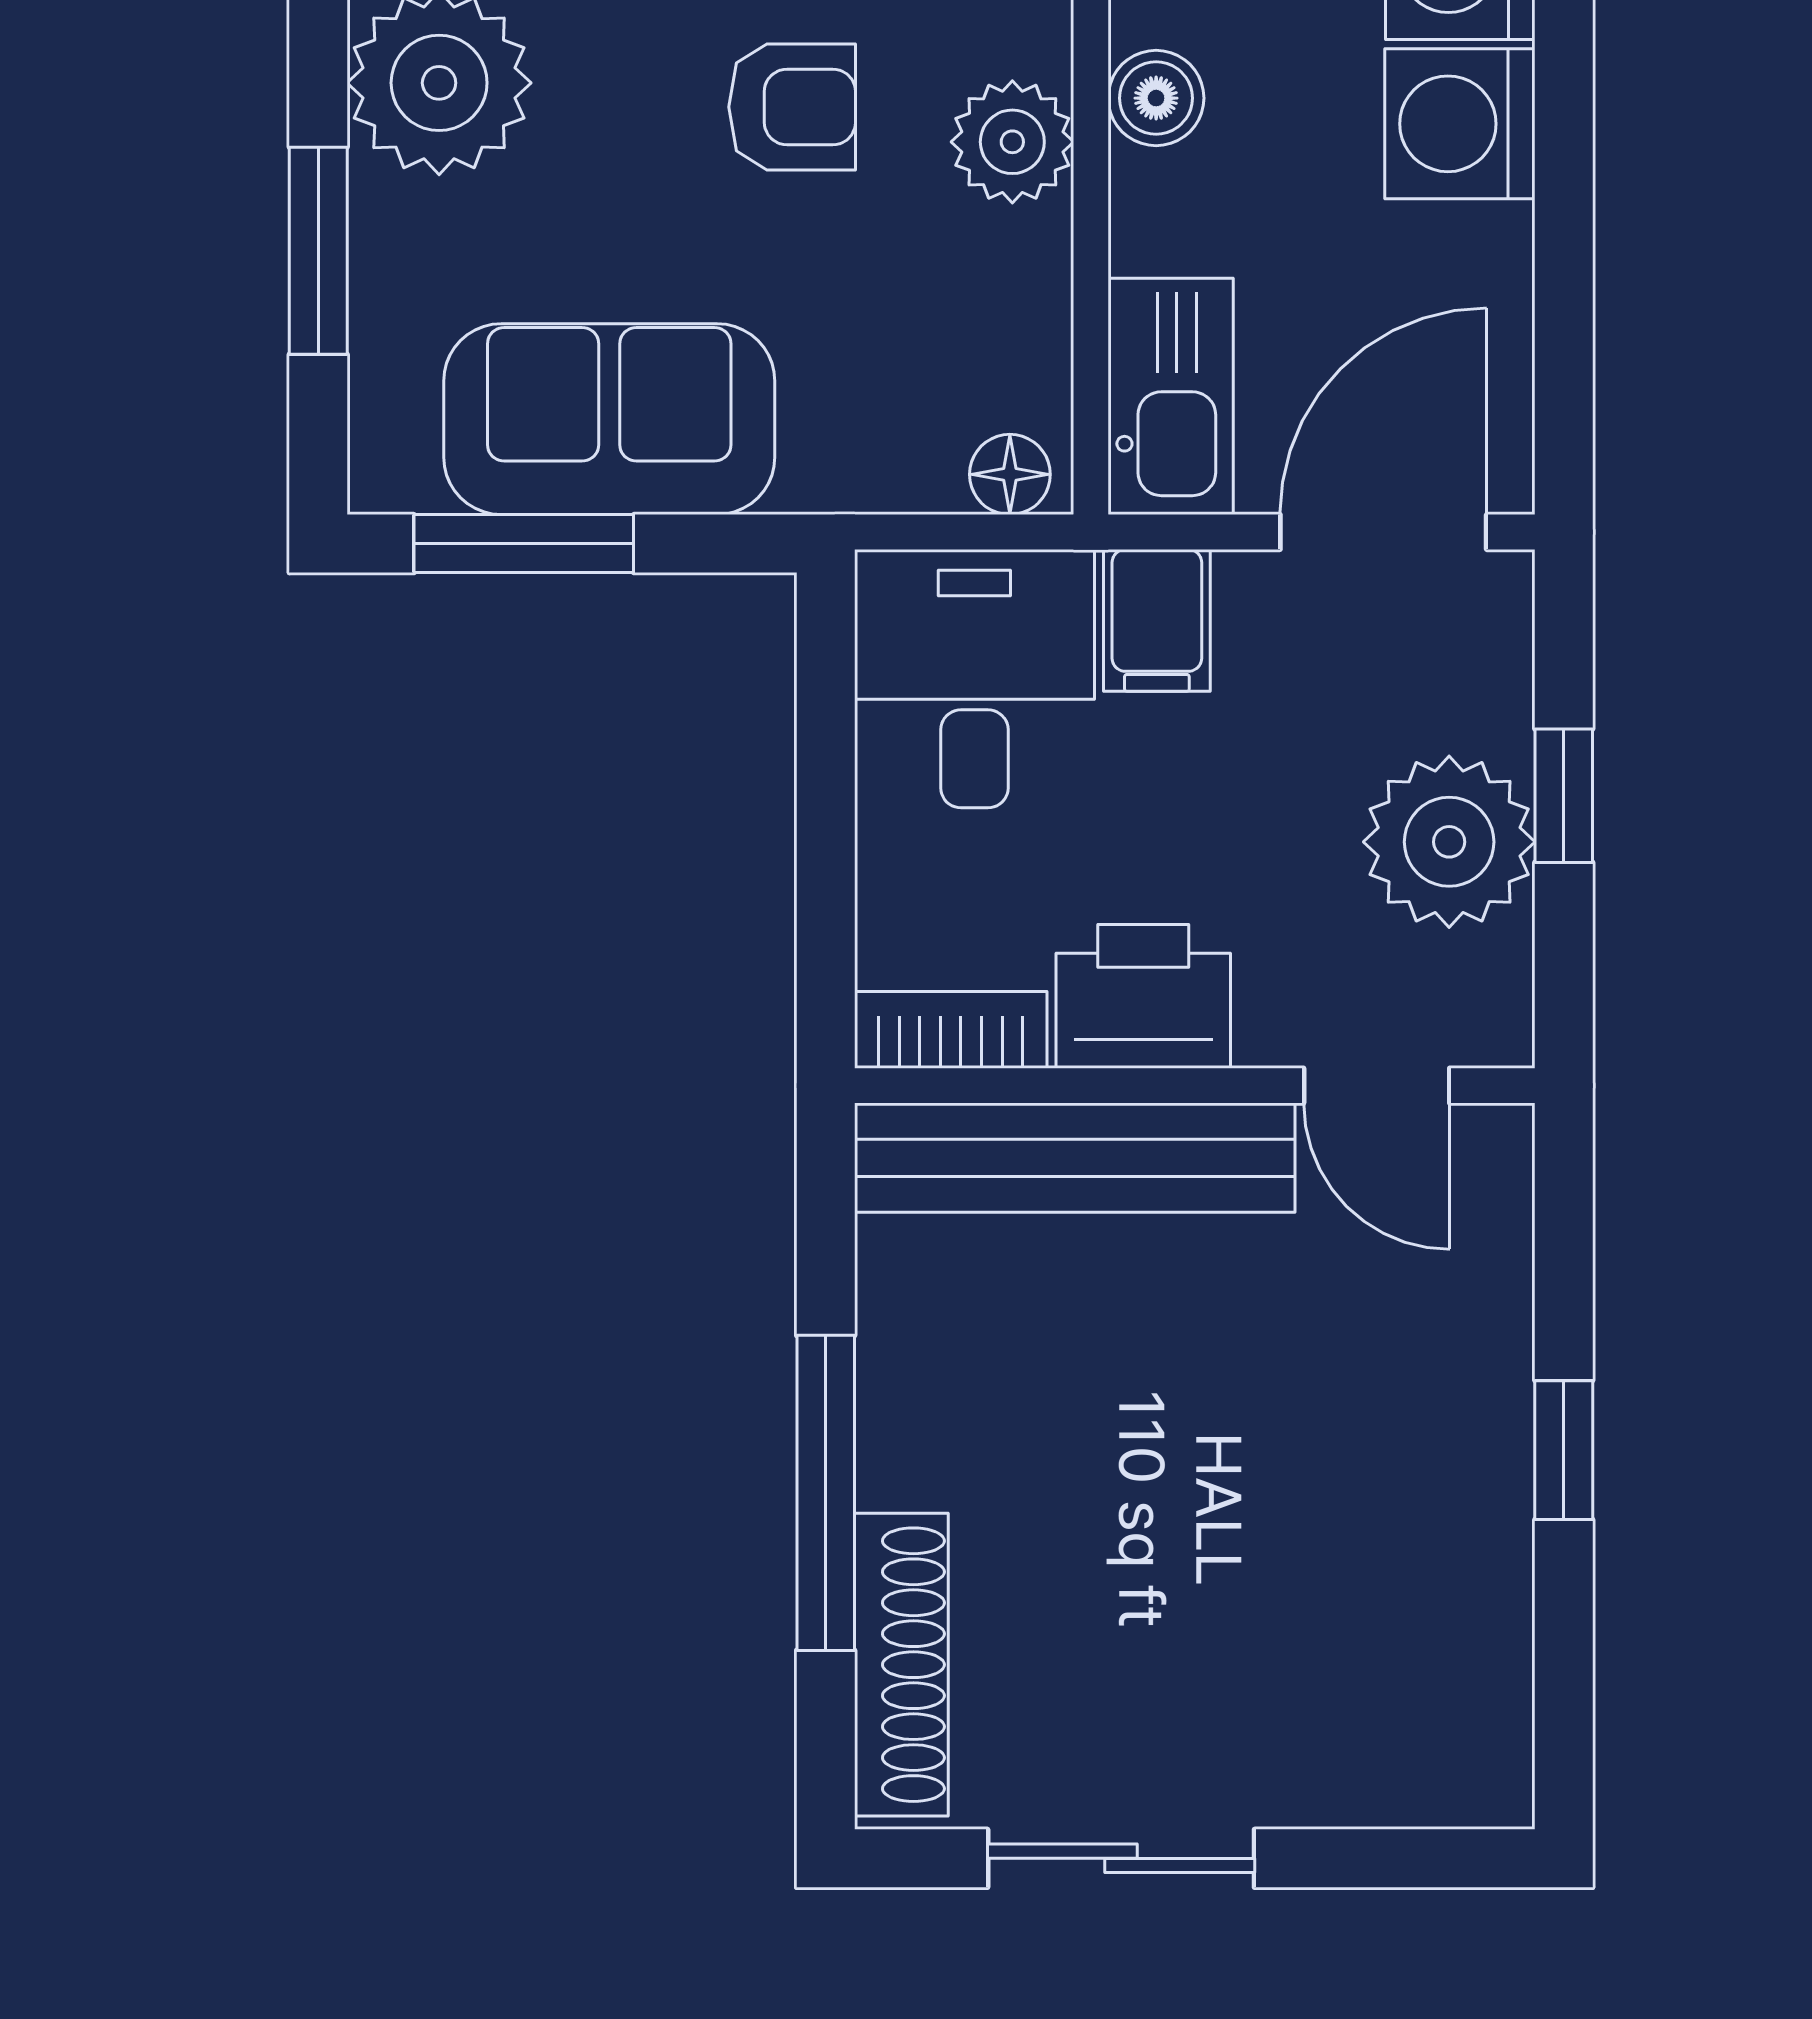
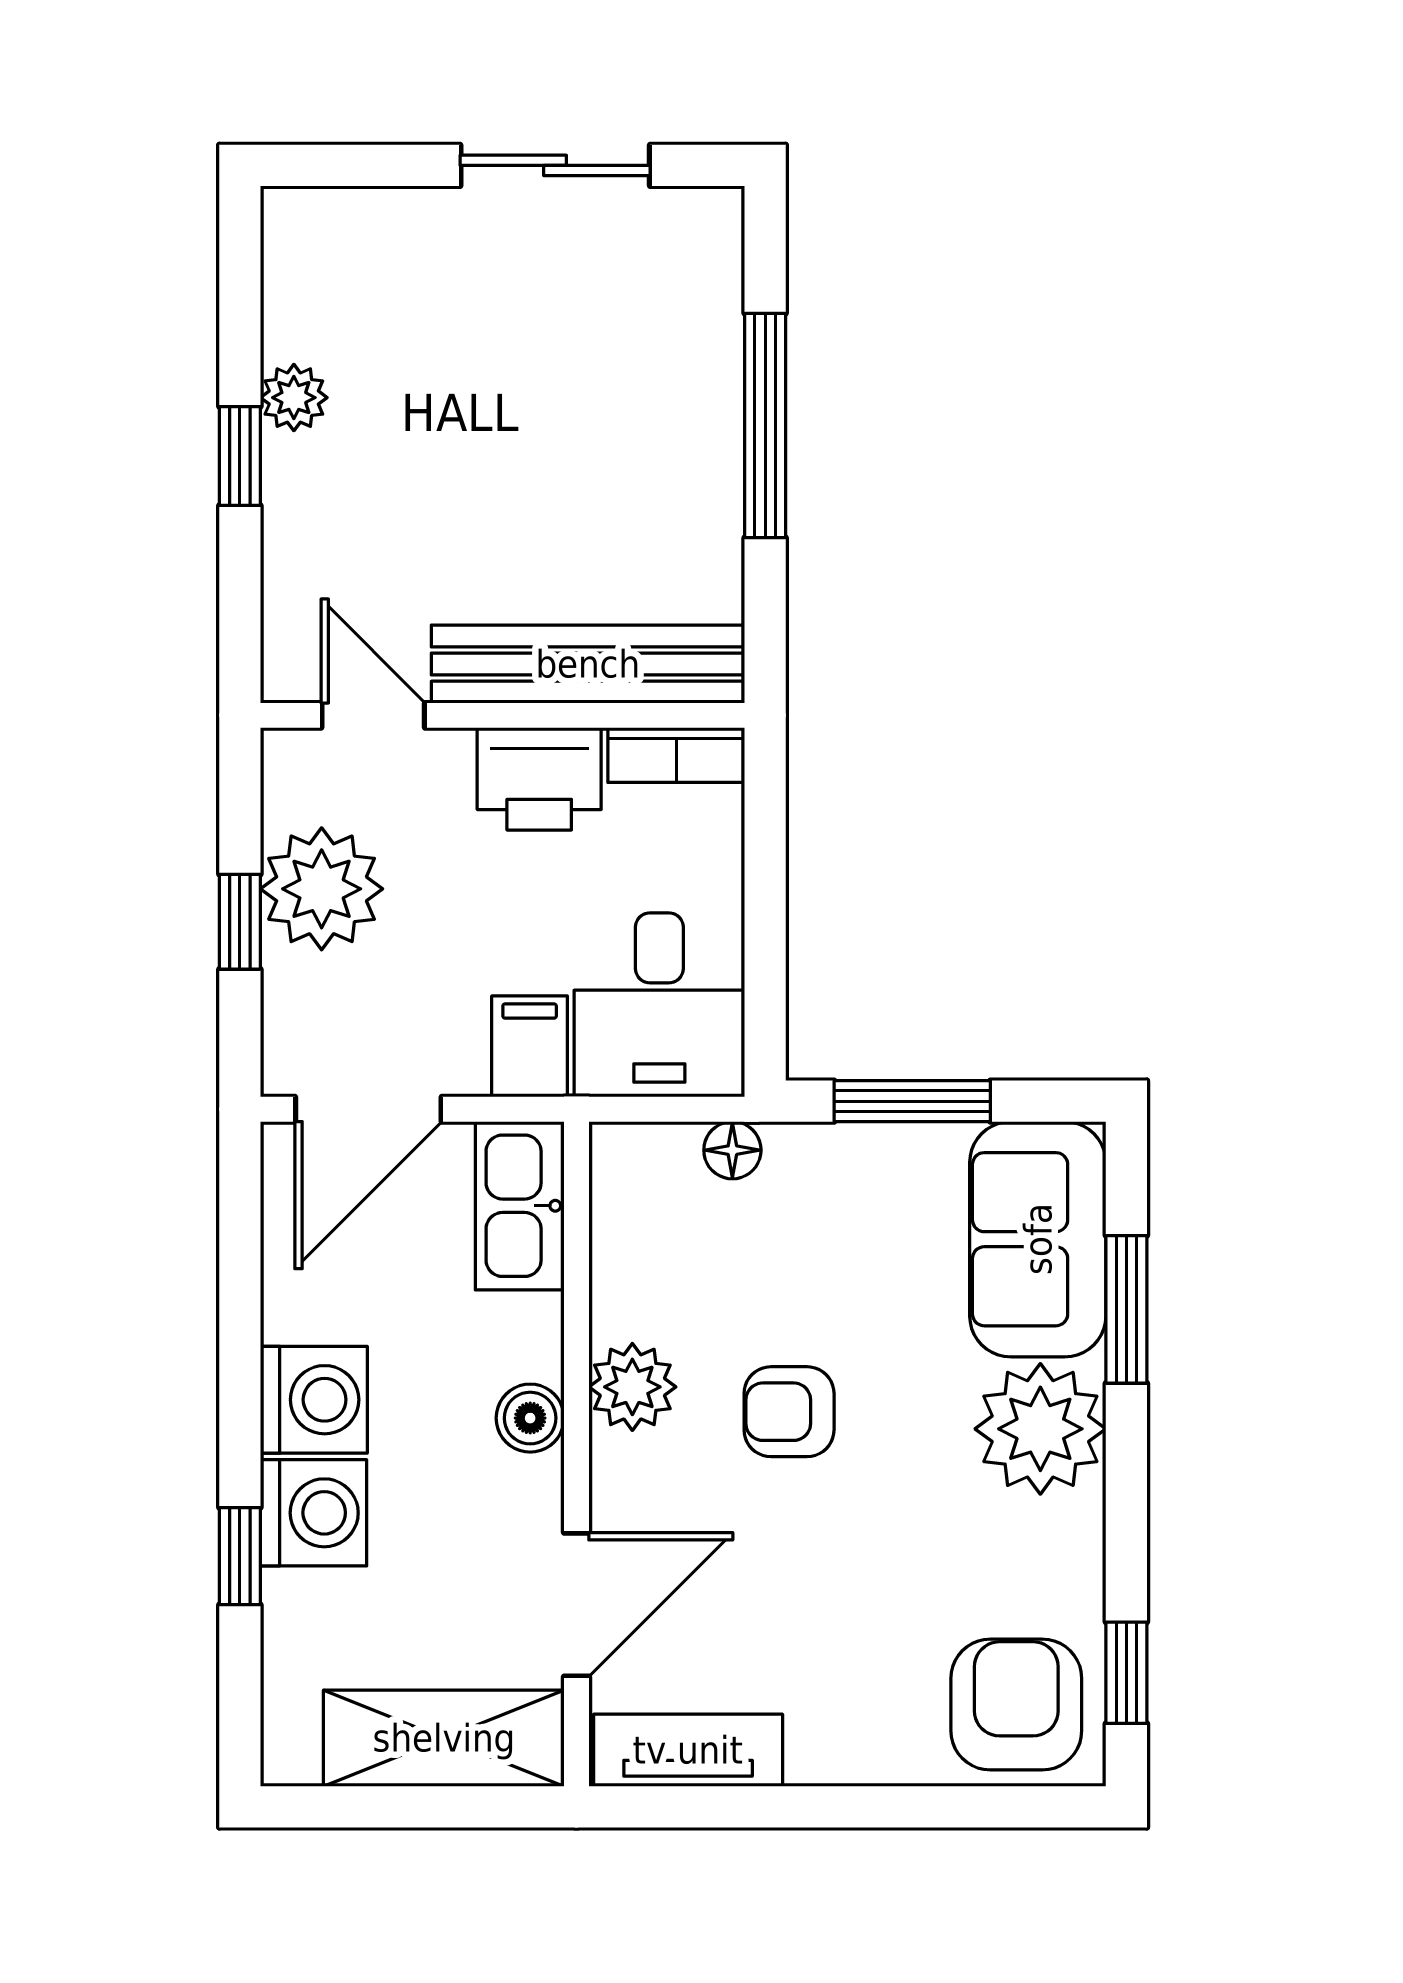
sofa: (609, 419) -> (1038, 1239), moved, turned 90
floor lamp: (1010, 474) -> (732, 1150), moved
window: (524, 544) -> (912, 1101), moved
plant: (1488, 1532) -> (294, 398), added
shoe rack: (901, 1665) -> (711, 303), removed

